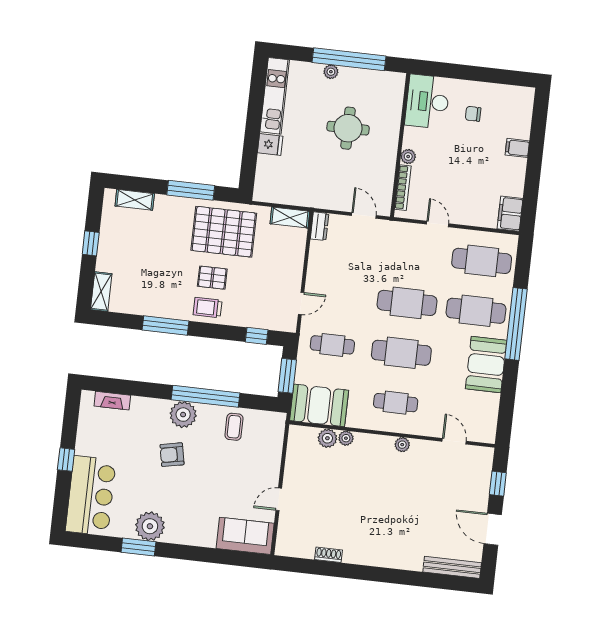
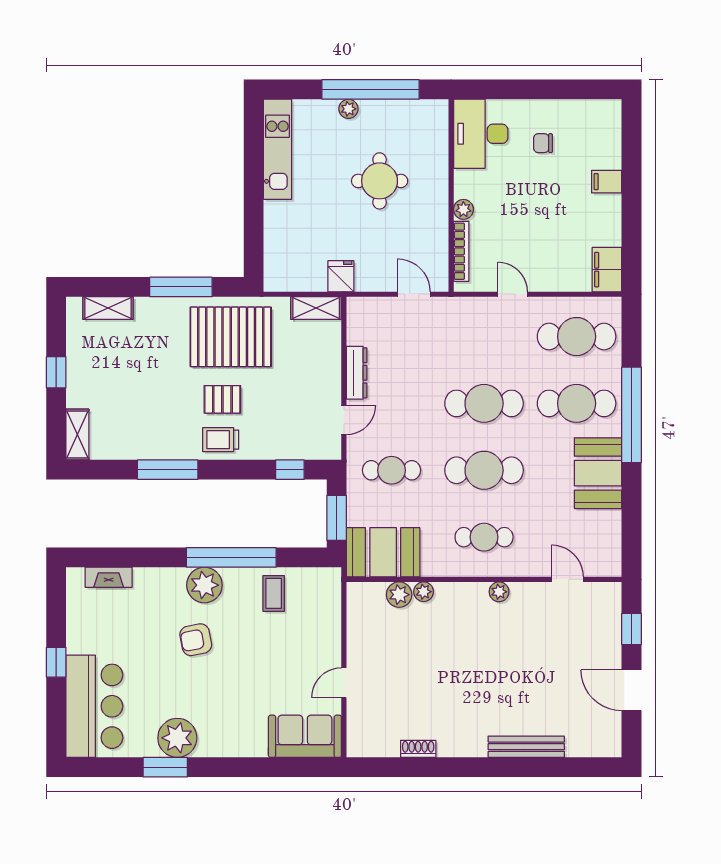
fridge: (270, 144) -> (341, 276), moved, turned -90
dresser: (320, 226) -> (357, 373), moved, width x1.44
bench: (452, 567) -> (526, 747), moved

